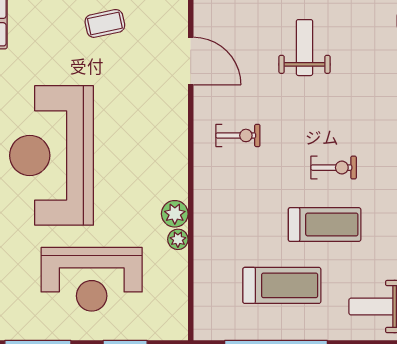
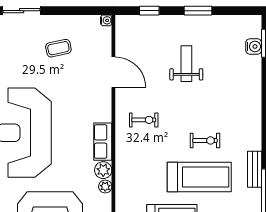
row of seats: (174, 169) -> (103, 142), added
treadmill: (325, 225) -> (199, 177), width x1.37, depth x1.38

